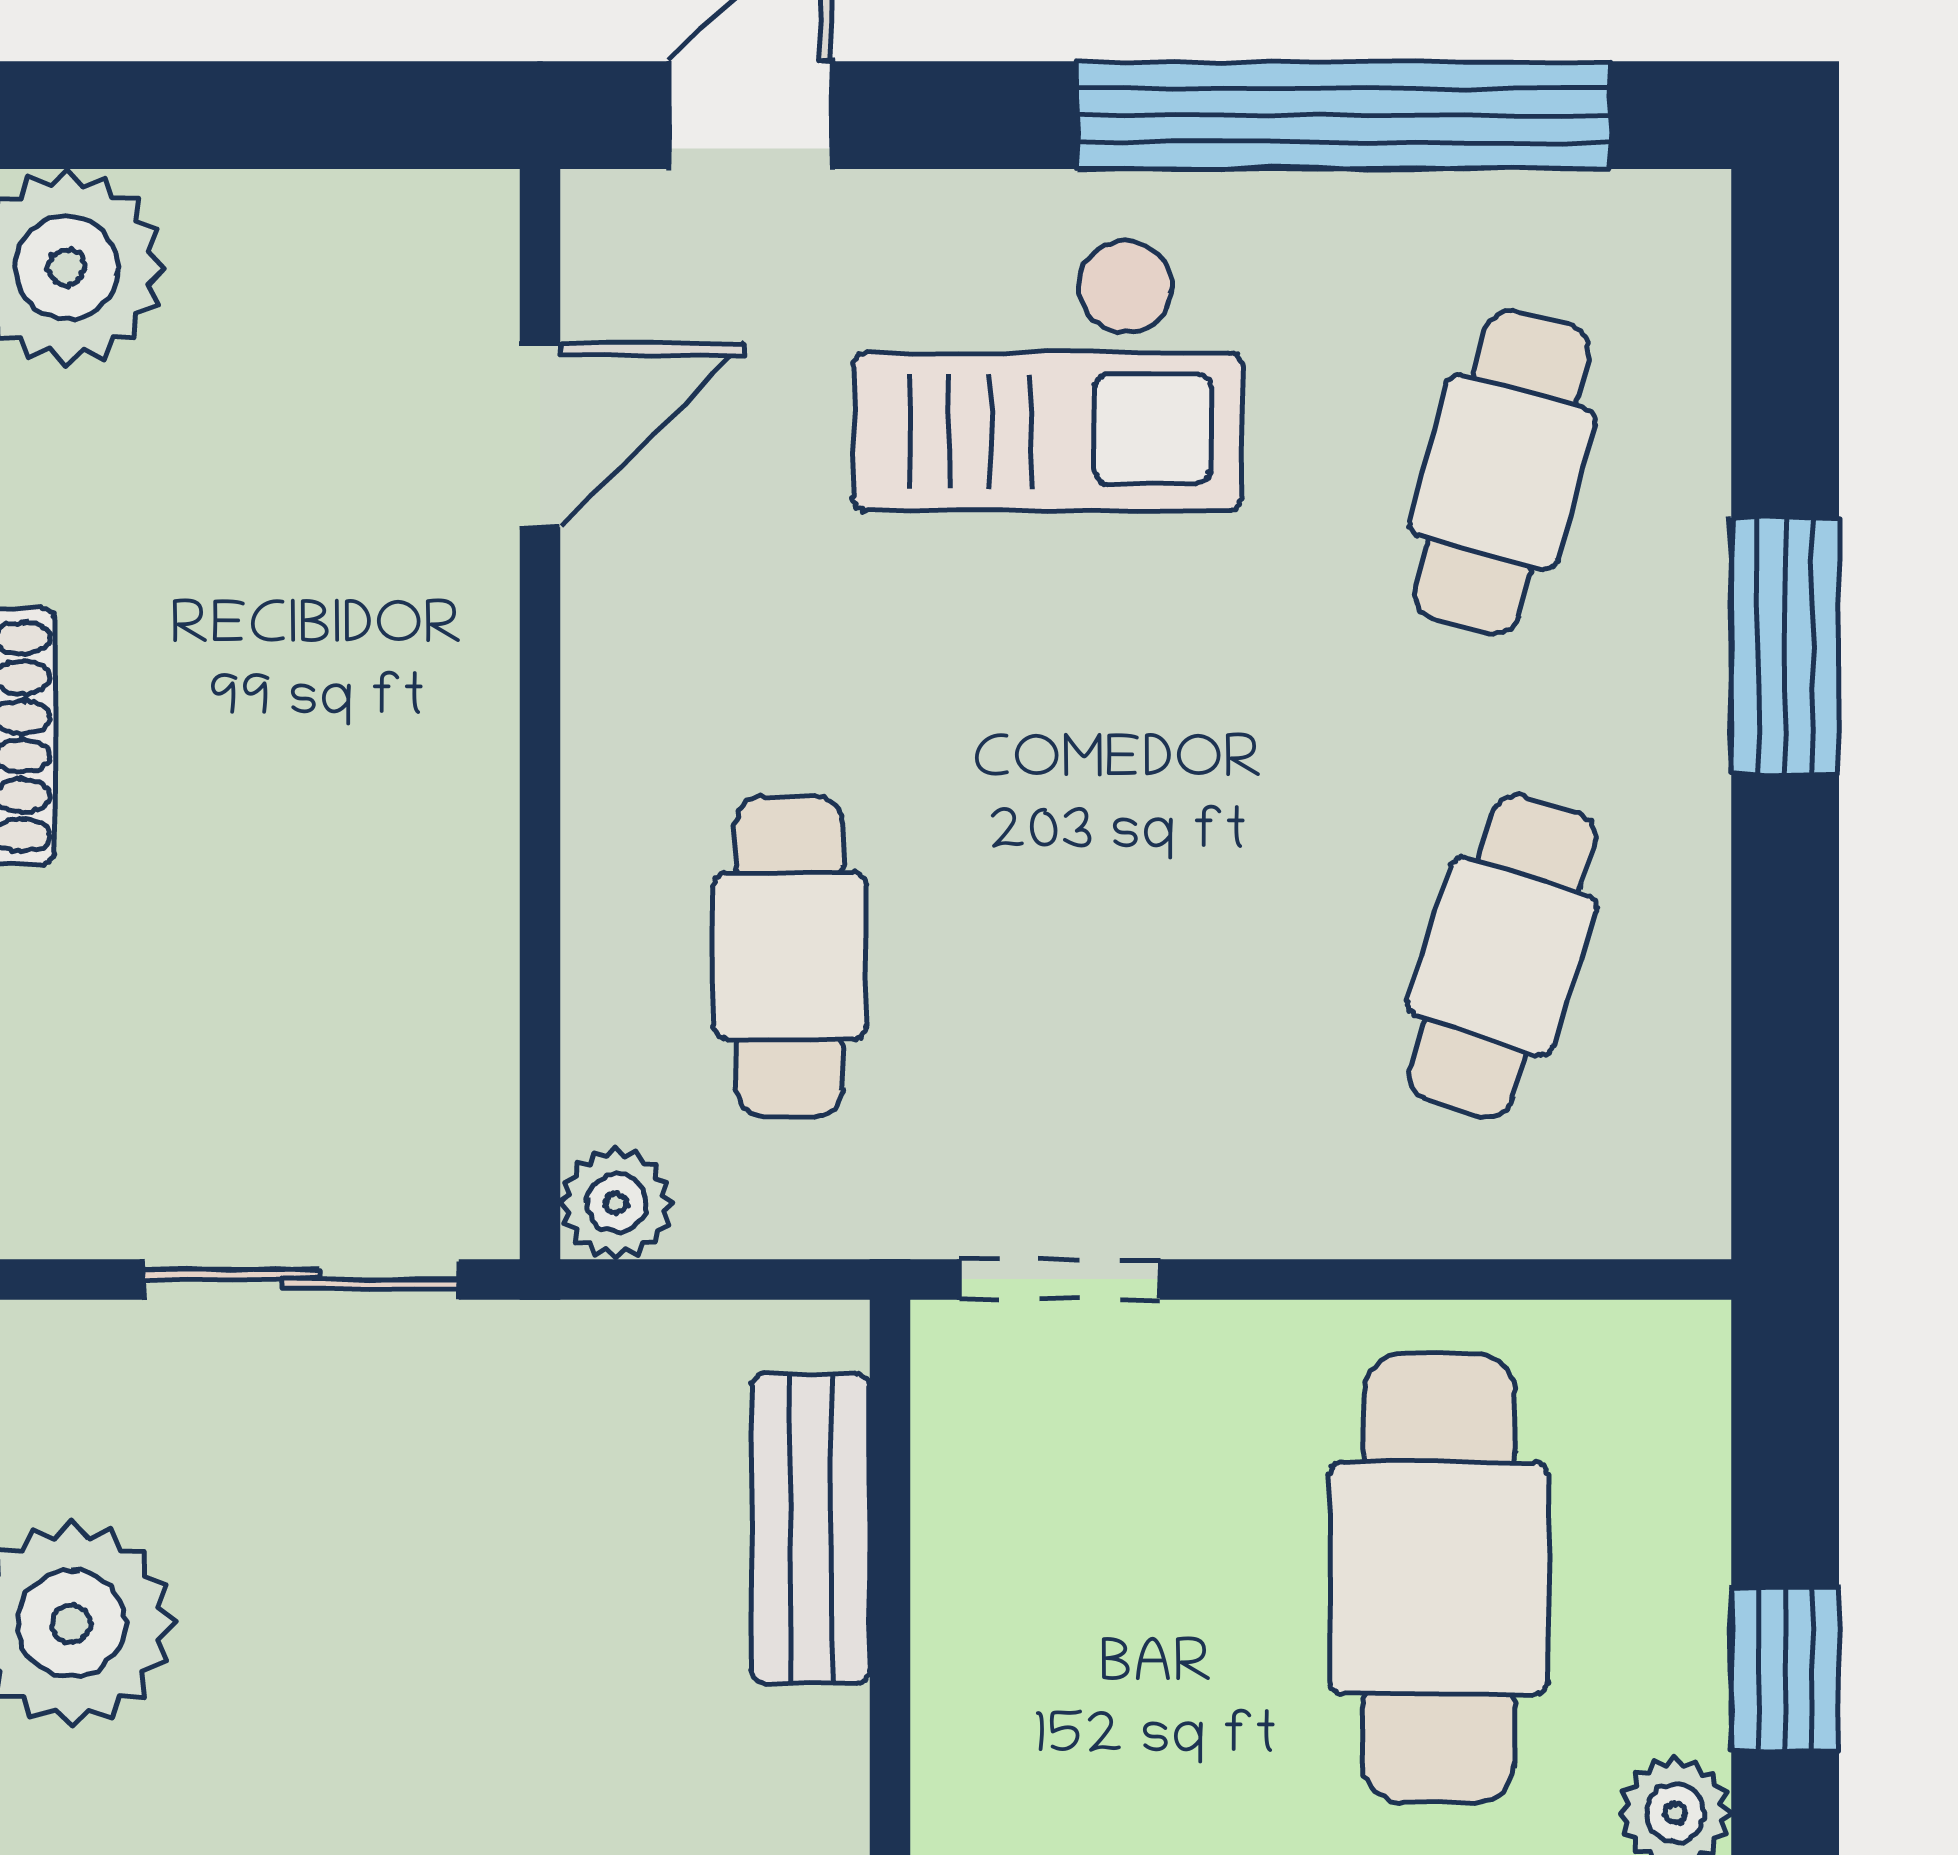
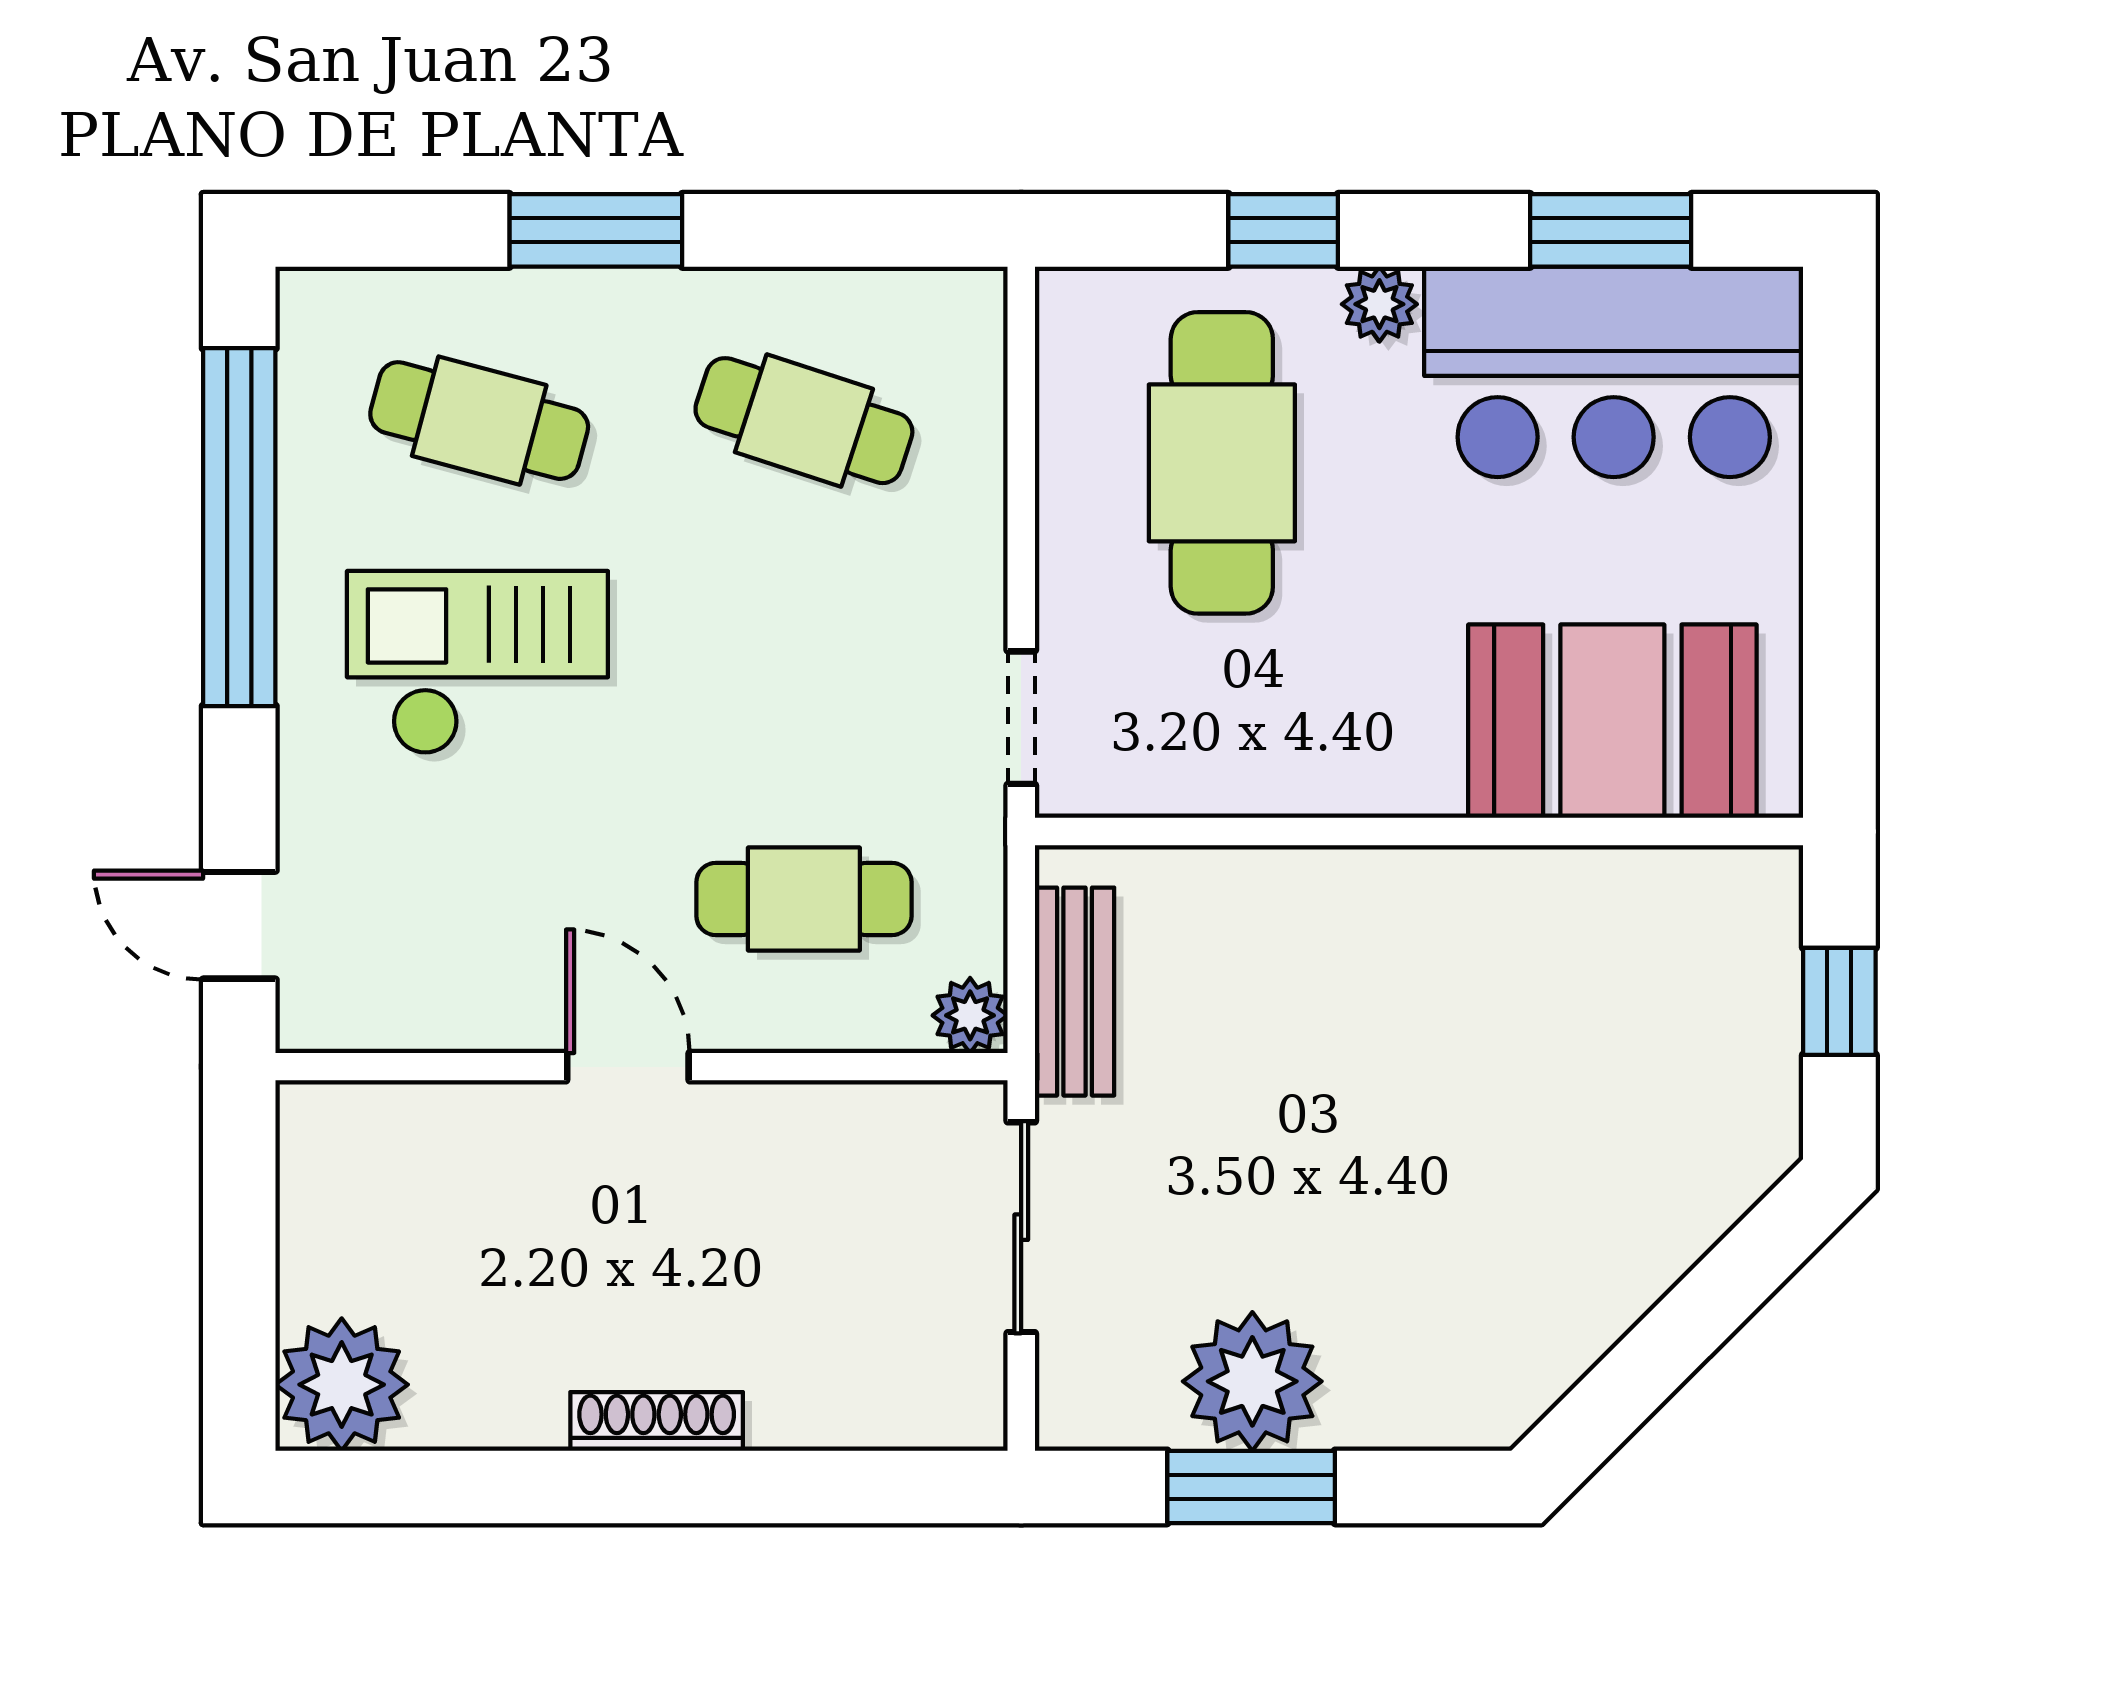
checkout: (1048, 374) -> (477, 663), moved, turned -90
door: (540, 435) -> (628, 1067), moved
bench: (811, 1528) -> (1075, 992), moved, turned 90
cafe table: (1439, 1578) -> (1222, 463), turned 90

